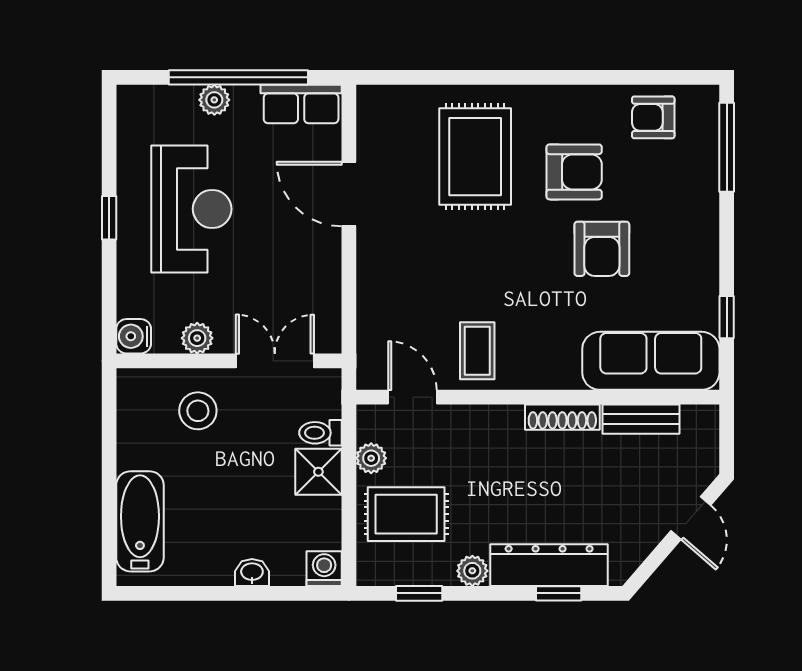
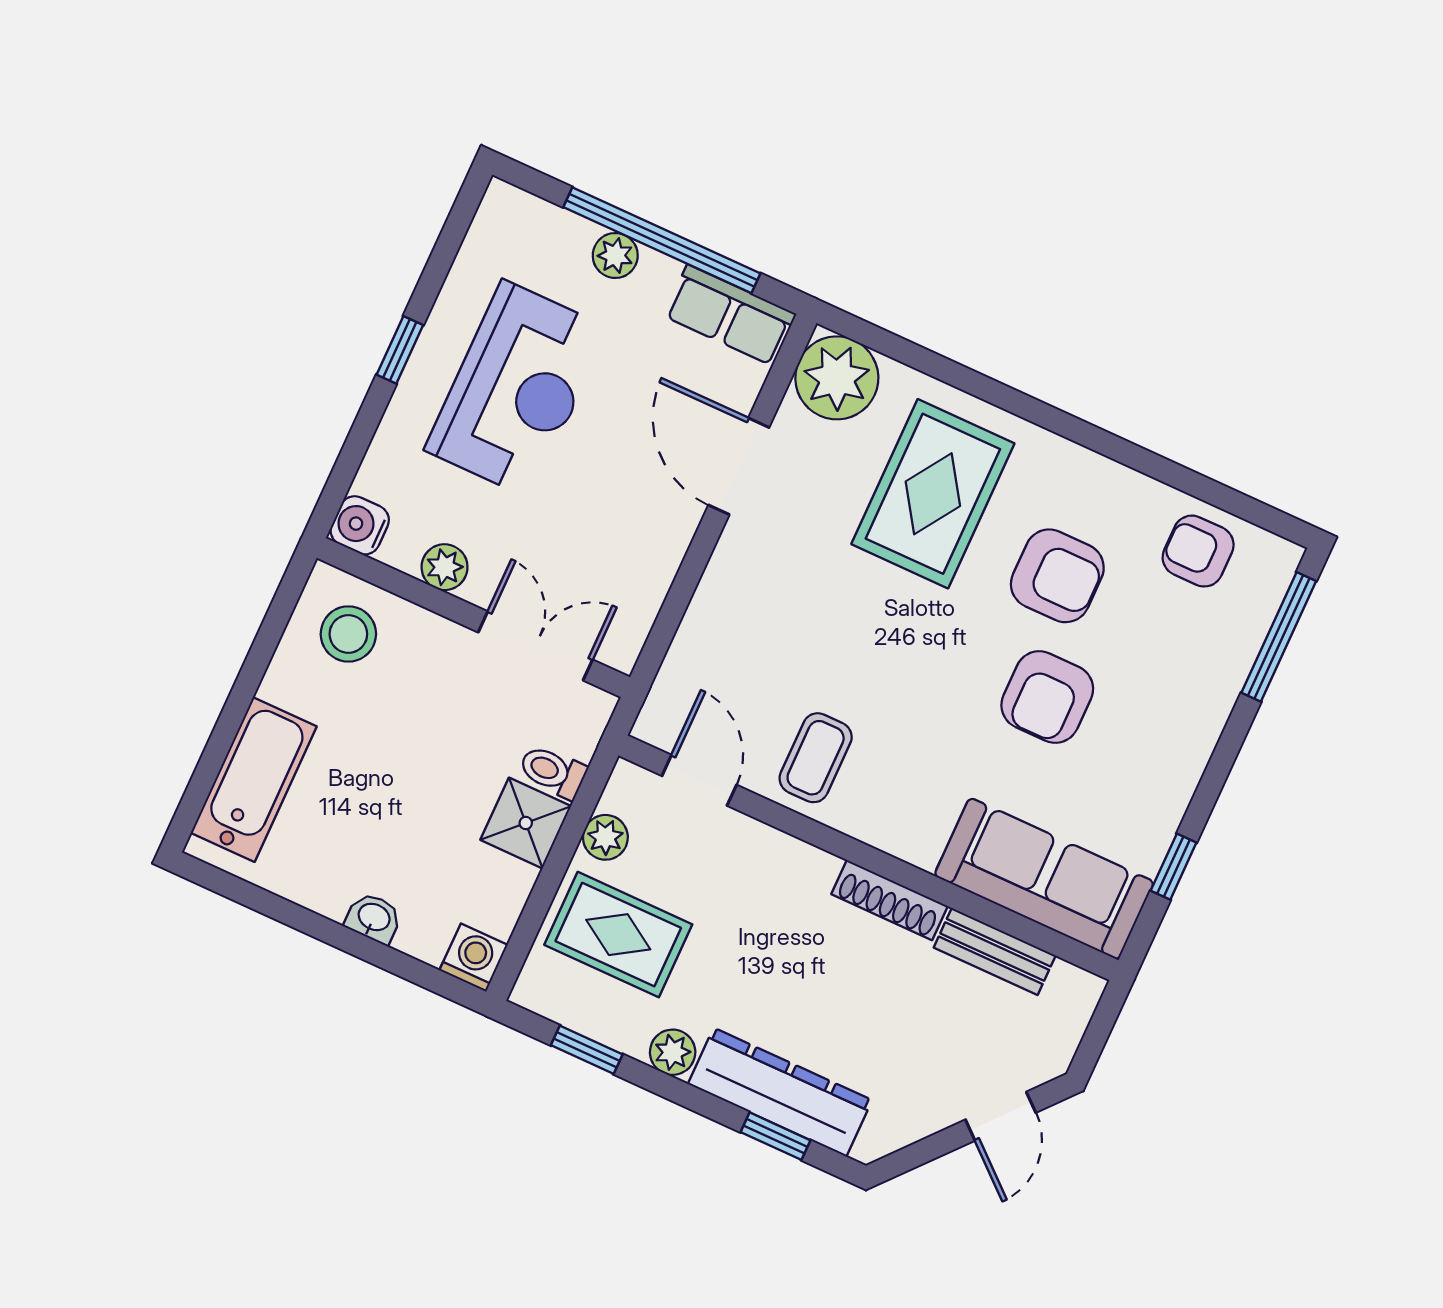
plant: (384, 113) -> (837, 378), added
stool: (198, 411) -> (348, 634), moved

